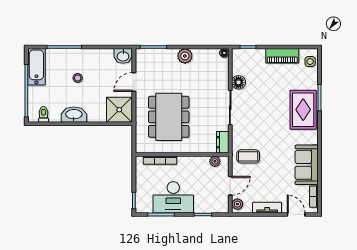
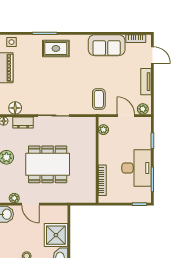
plant: (141, 64) -> (14, 198), added
floor lamp: (238, 82) -> (15, 108), moved
shower: (119, 110) -> (56, 235), moved
rug: (303, 110) -> (56, 48), width x0.73, depth x0.70
dining table: (169, 117) -> (48, 164), moved
dresser: (223, 142) -> (23, 122), moved
door: (296, 215) -> (152, 55), swing flipped

